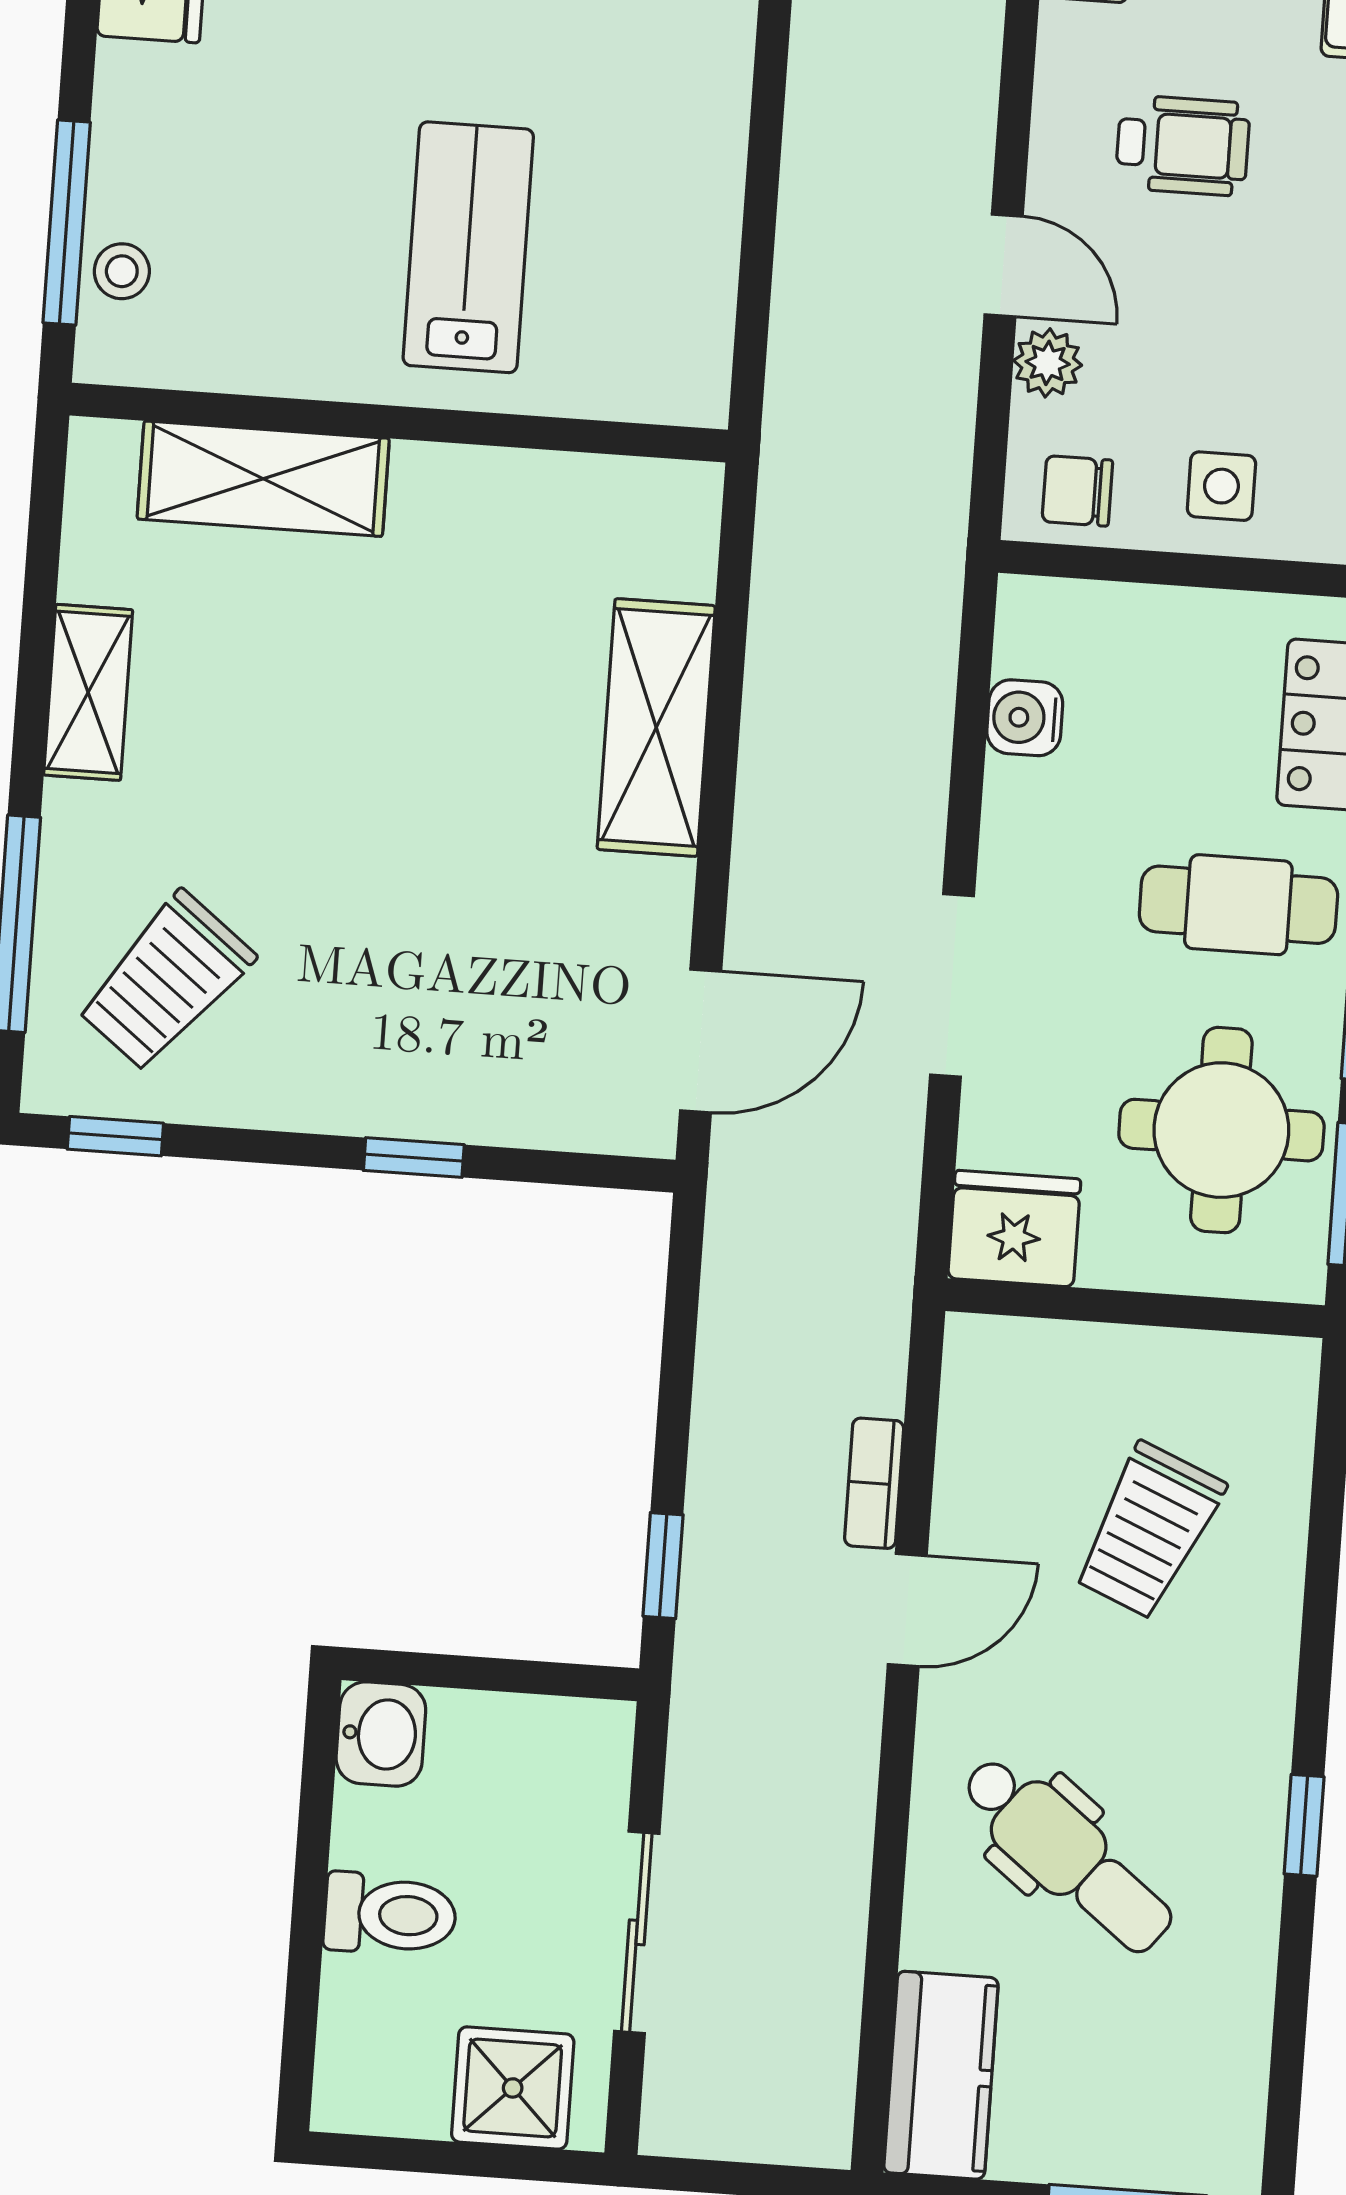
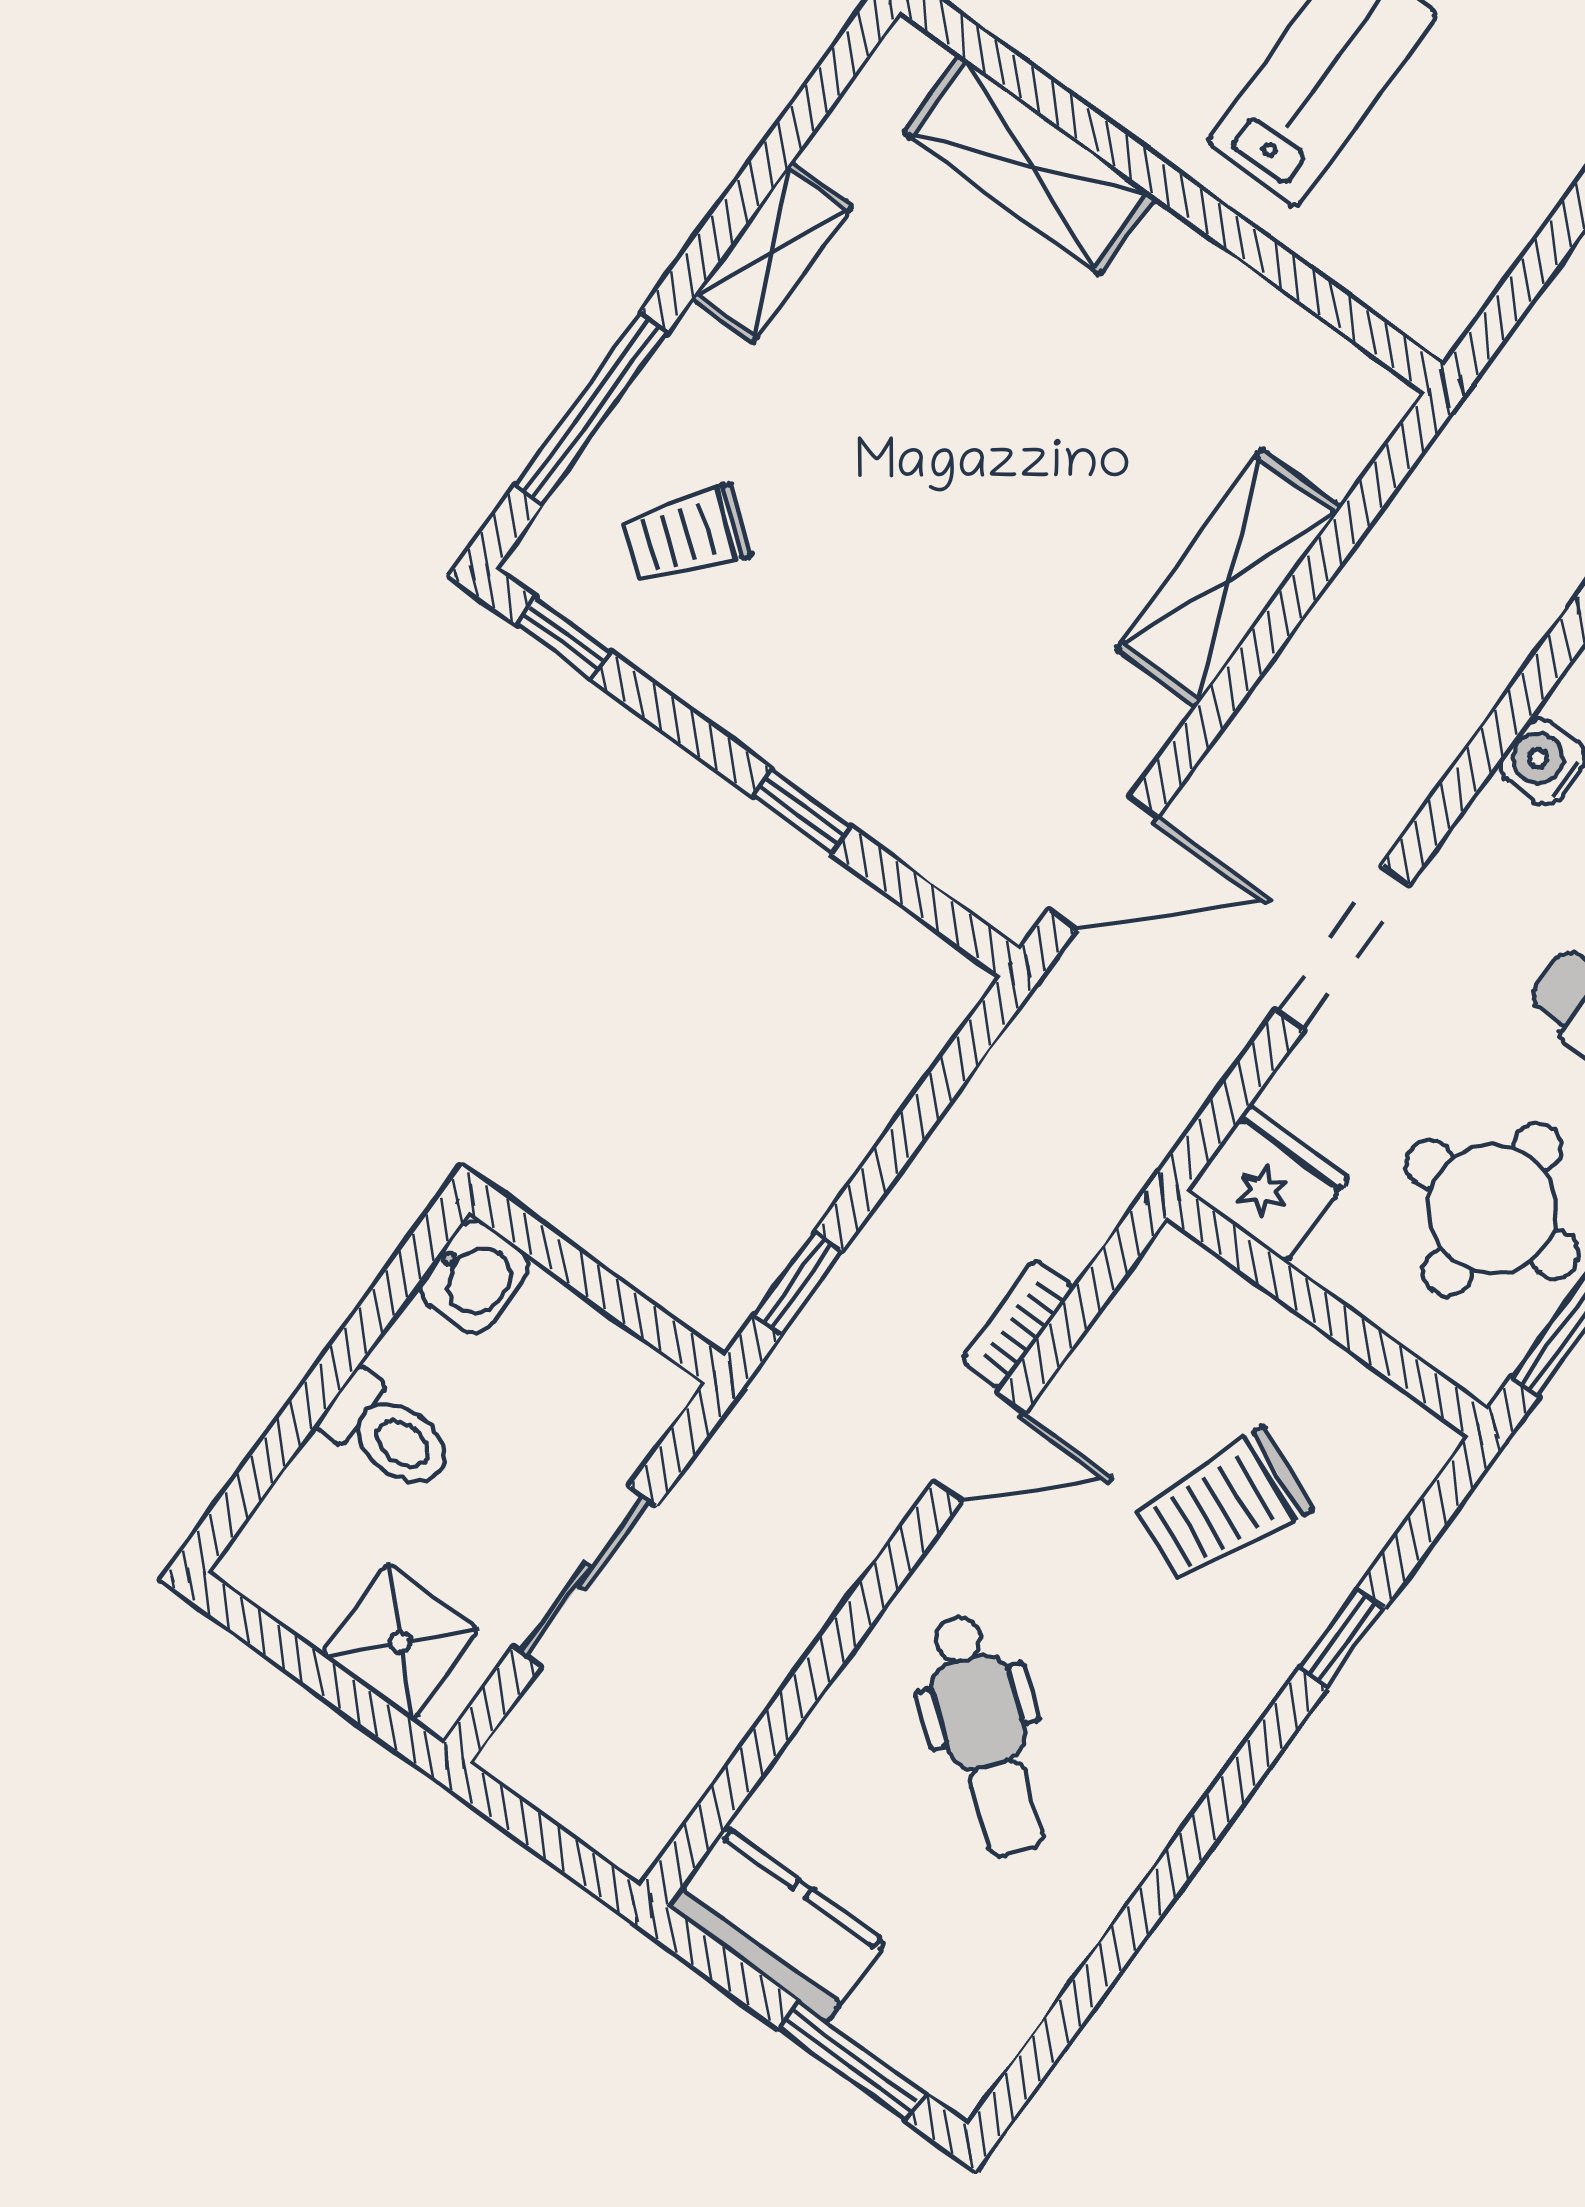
trolley: (166, 982) -> (686, 535), width x0.73, depth x0.72
window: (1304, 1825) -> (1342, 1638), moved
kitchen counter: (941, 2075) -> (776, 1924), moved, turned -90

